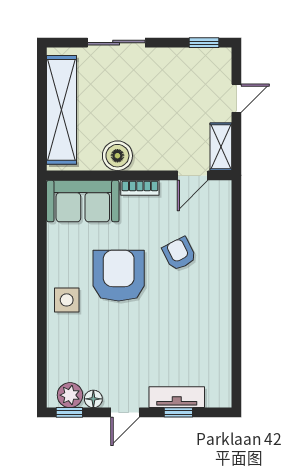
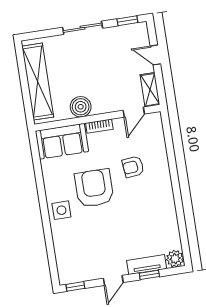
sliding door: (116, 43) -> (83, 28), moved
door: (236, 98) -> (155, 55), swing flipped
armchair: (179, 254) -> (133, 167), turned -69
plant: (70, 395) -> (175, 259), moved
floor lamp: (93, 399) -> (90, 275), removed

